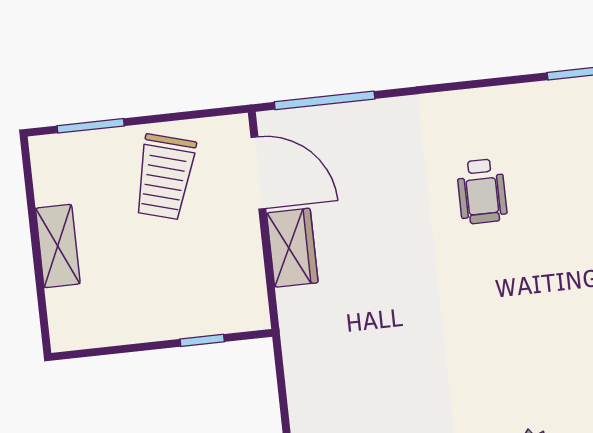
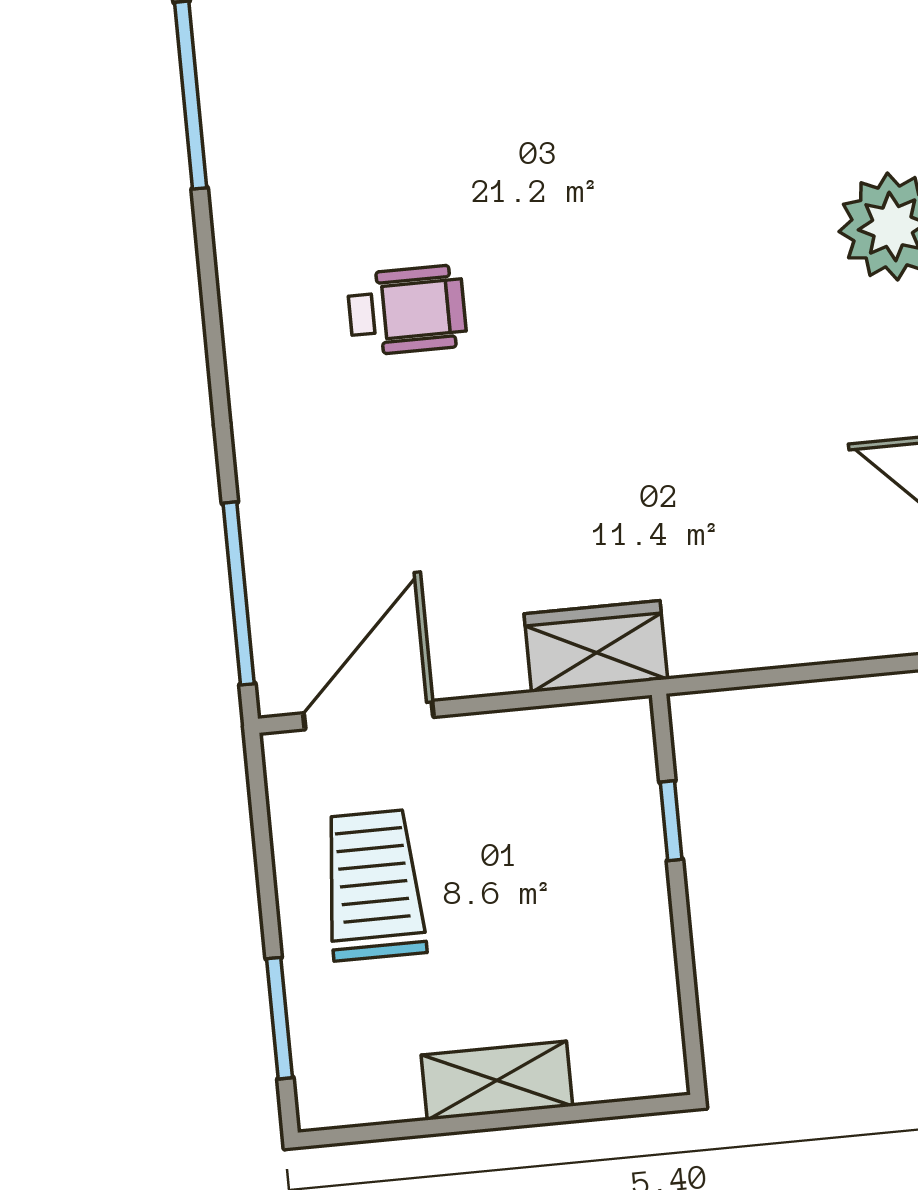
trolley: (165, 177) -> (374, 885), turned -106
wardrobe: (292, 248) -> (596, 646), moved

